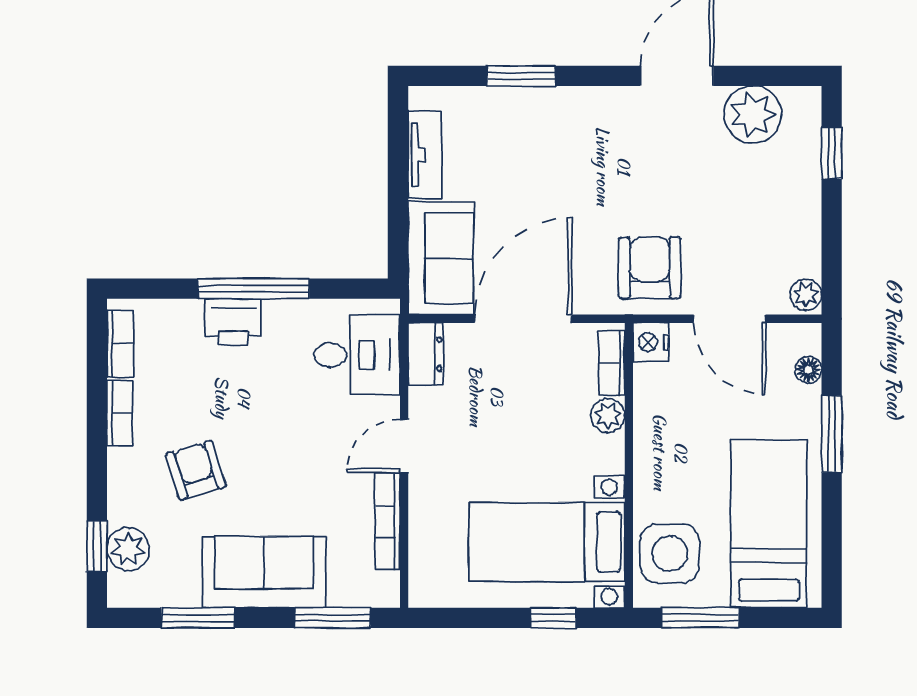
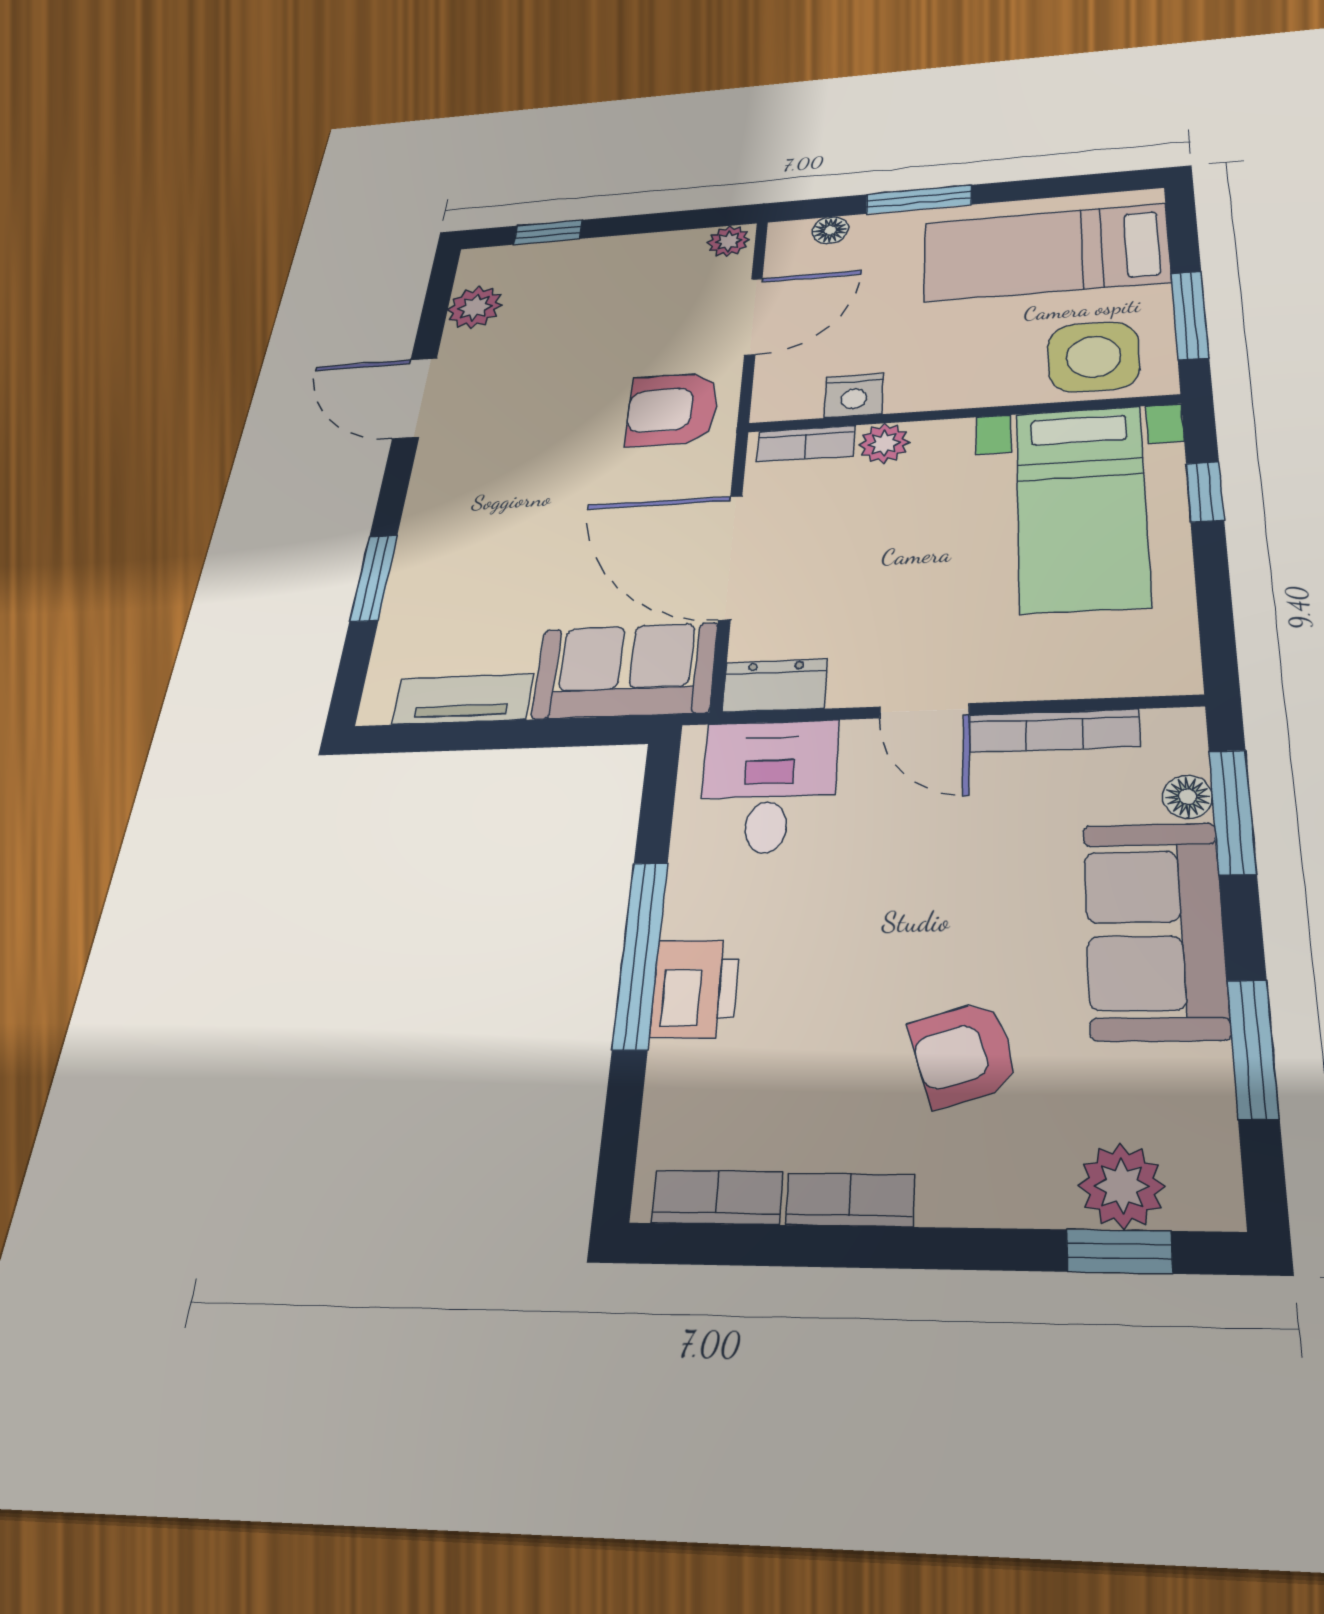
plant: (753, 115) -> (475, 307), width x0.73, depth x0.73
nightstand: (651, 342) -> (854, 395), moved
floor lamp: (343, 594) -> (1188, 797), added

